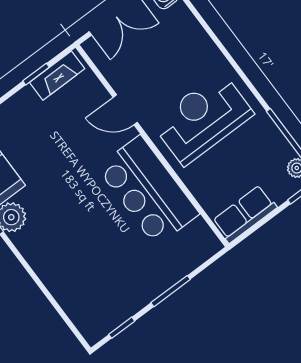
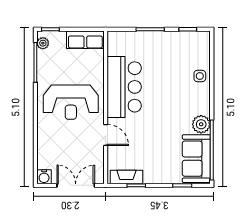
side table: (60, 279) -> (200, 76), added

